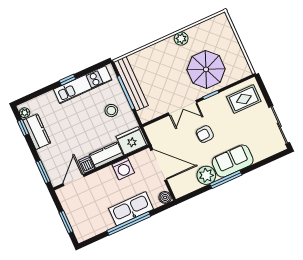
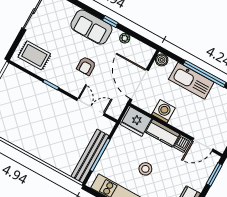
plant: (181, 39) -> (23, 143), removed
parasol: (206, 69) -> (33, 104), removed
double door: (183, 108) -> (91, 107), moved
stool: (111, 111) -> (145, 169), moved
armchair: (205, 134) -> (86, 66), turned 93
plant: (206, 175) -> (125, 38), width x0.53, depth x0.53
window: (226, 179) -> (110, 21), width x0.46

